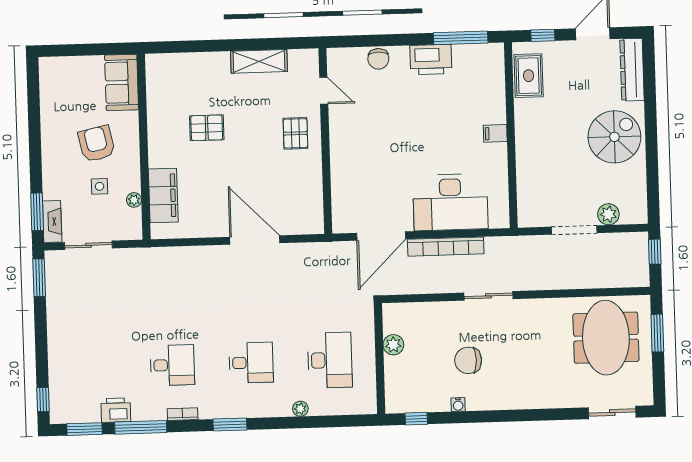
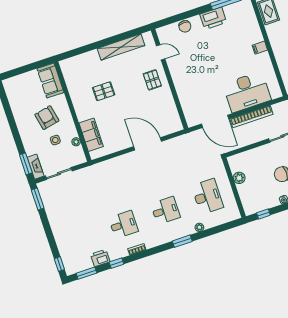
shelving: (259, 61) -> (121, 47), width x1.47
door: (381, 236) -> (215, 121), hinge flipped
window: (230, 425) -> (182, 241), moved
window: (141, 427) -> (116, 263), width x0.46

